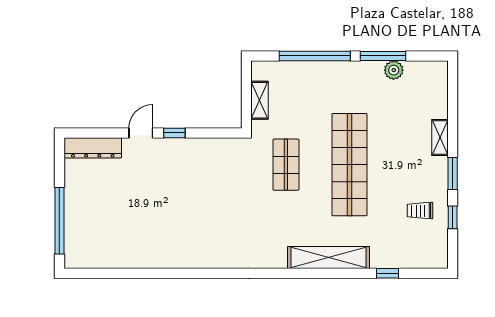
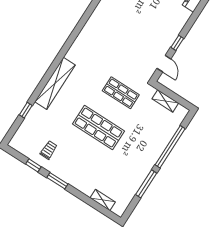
plant: (394, 70) -> (135, 185), removed
door: (141, 133) -> (164, 64), moved
shelving: (440, 137) -> (103, 200), moved
shop shelf: (349, 165) -> (98, 128), width x0.71

